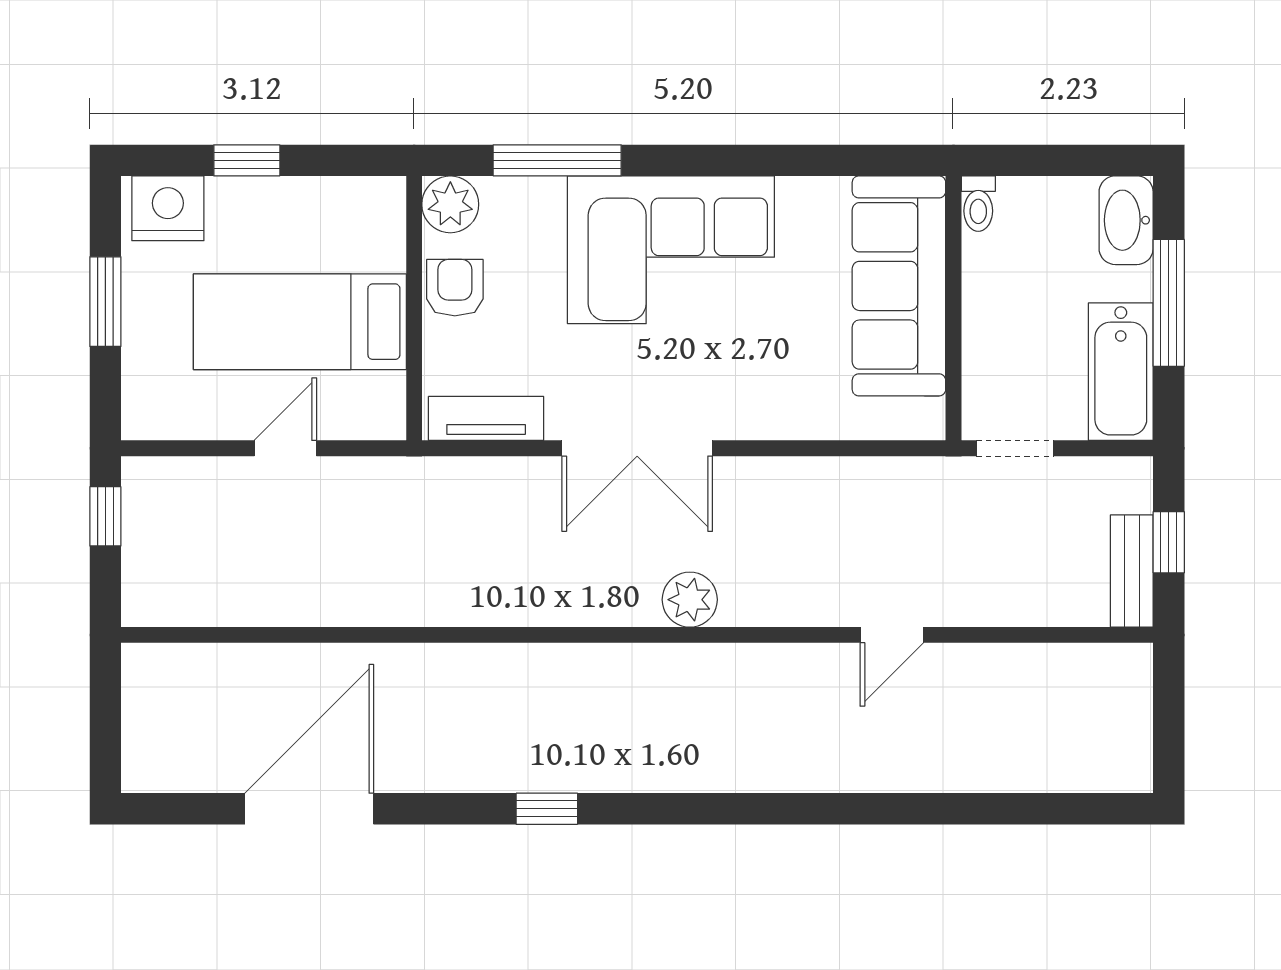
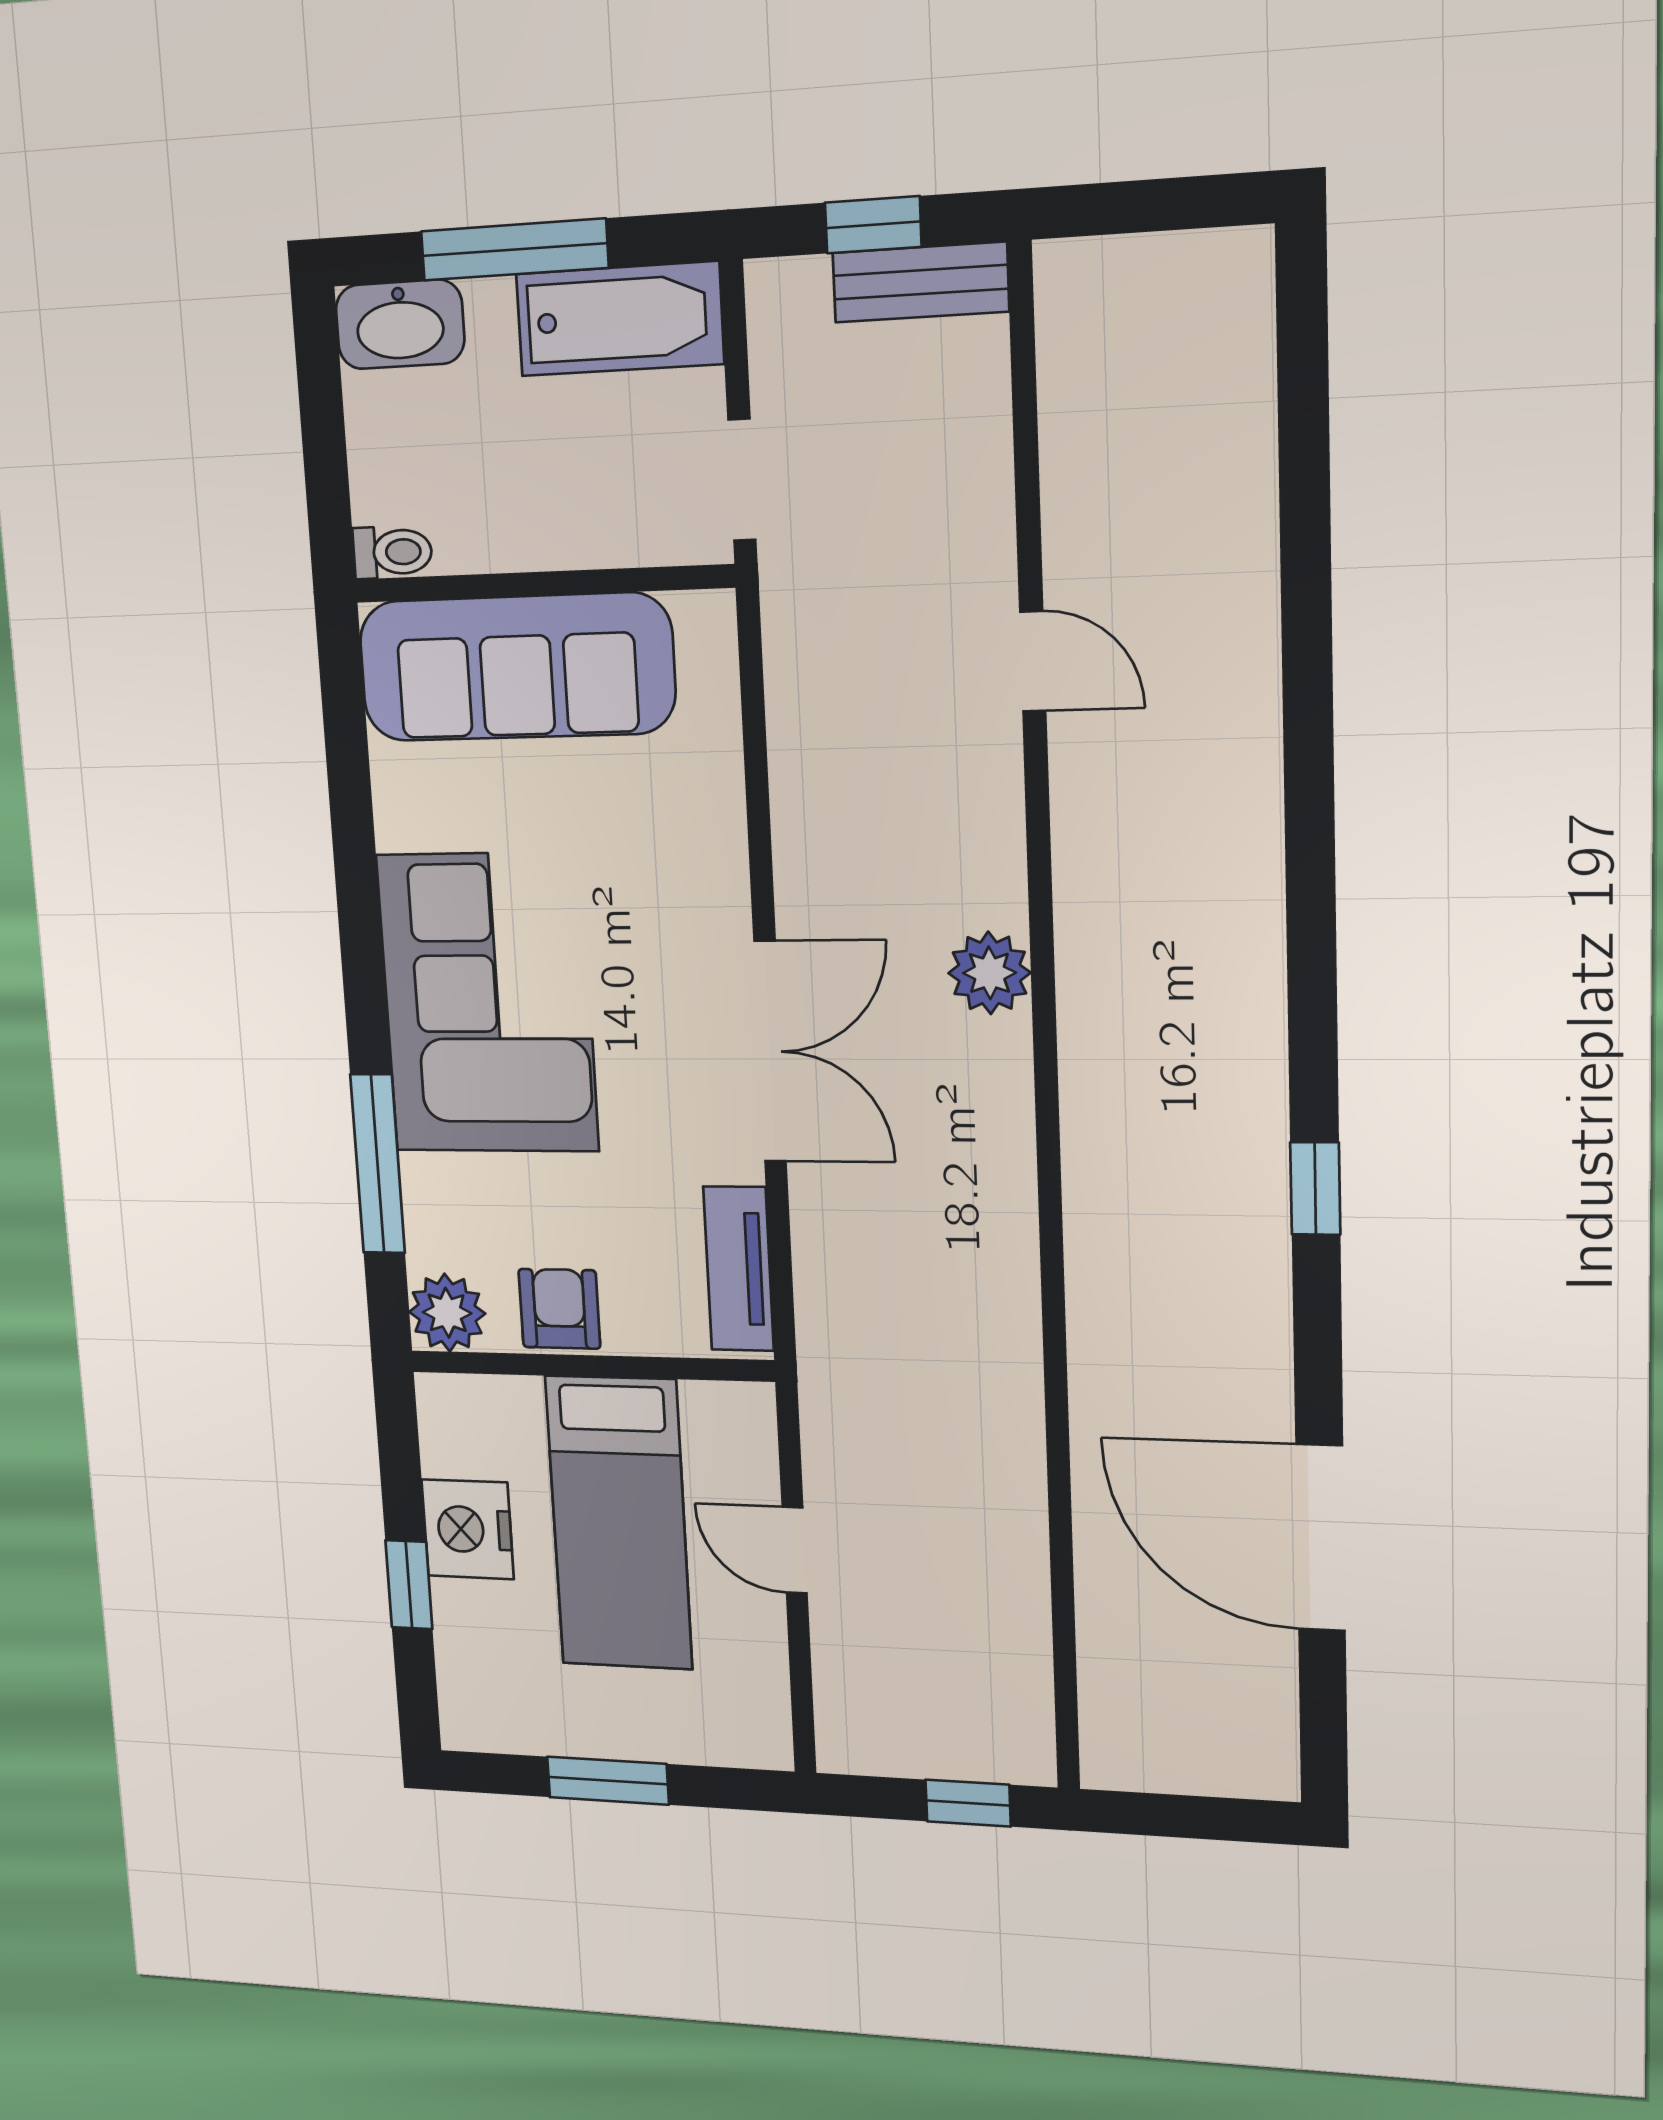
nightstand: (168, 208) -> (468, 1529), moved
armchair: (455, 288) -> (559, 1309), turned 90
window: (105, 516) -> (968, 1803), moved

